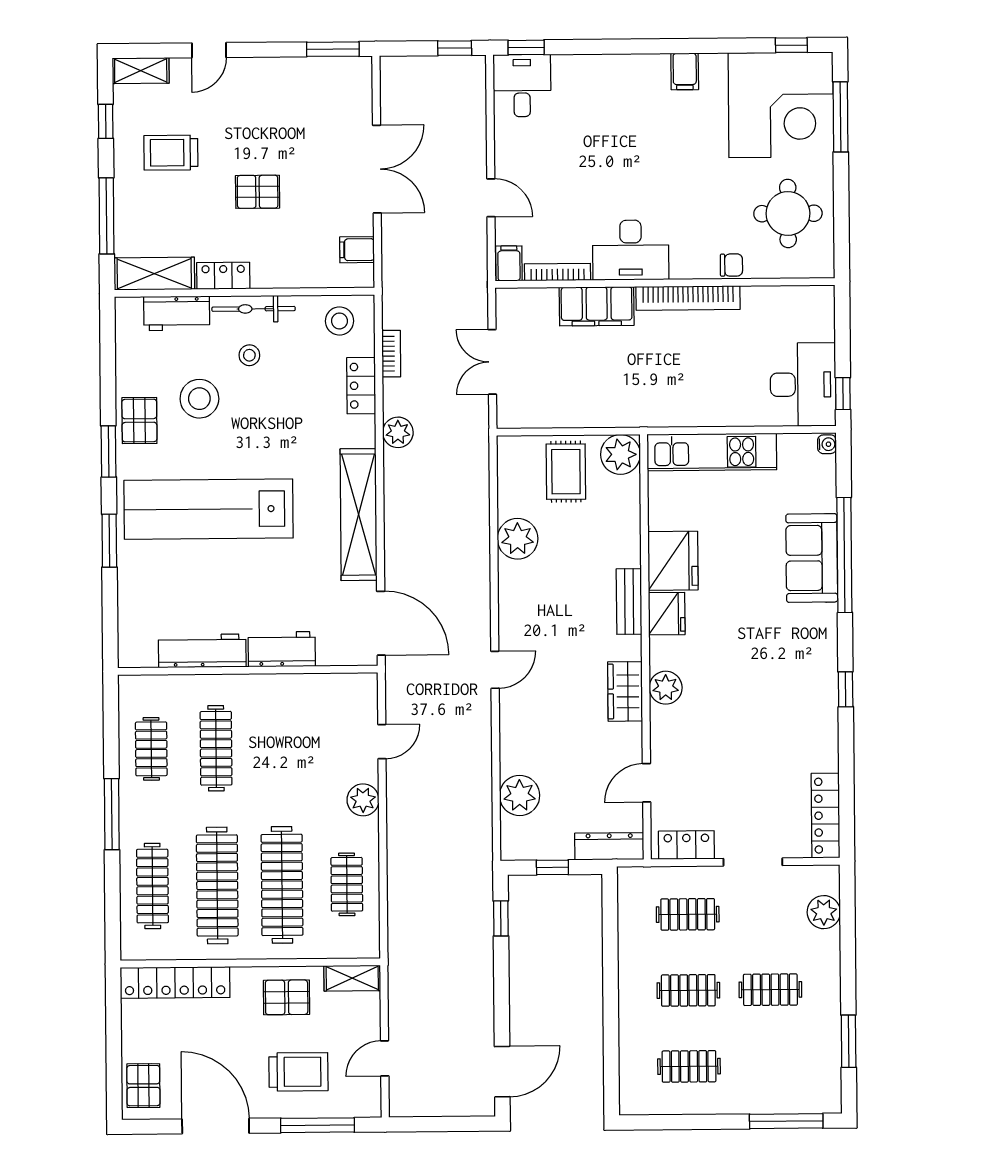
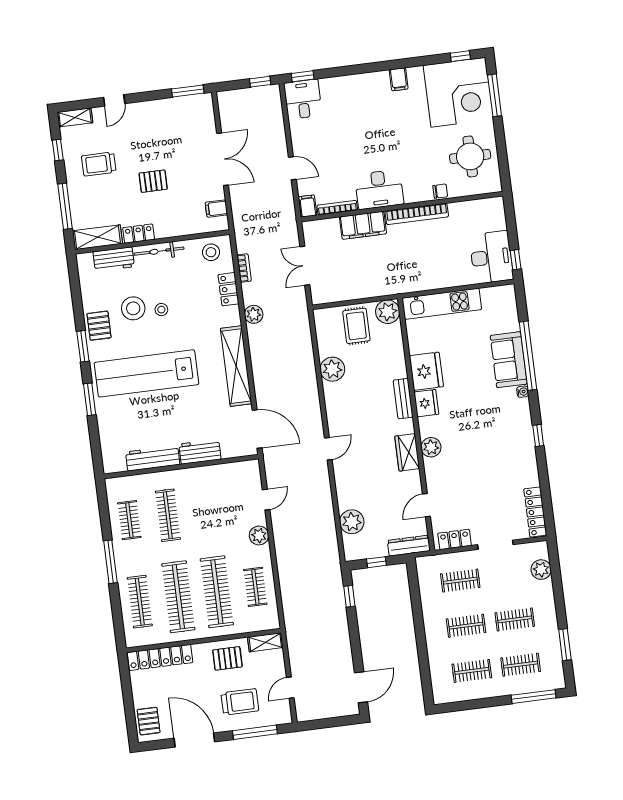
stool: (249, 355) -> (161, 310), moved
water cooler: (827, 444) -> (523, 392), moved
clothes rail: (771, 1066) -> (521, 665), added

